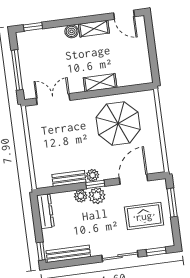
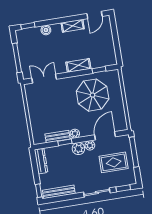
door: (124, 15) -> (94, 15), hinge flipped
boiler: (72, 31) -> (46, 30), moved
window: (128, 89) -> (99, 70), added
window: (95, 184) -> (65, 142), moved
plant: (81, 196) -> (90, 145), moved
window: (172, 203) -> (134, 152), width x1.44

